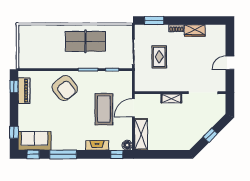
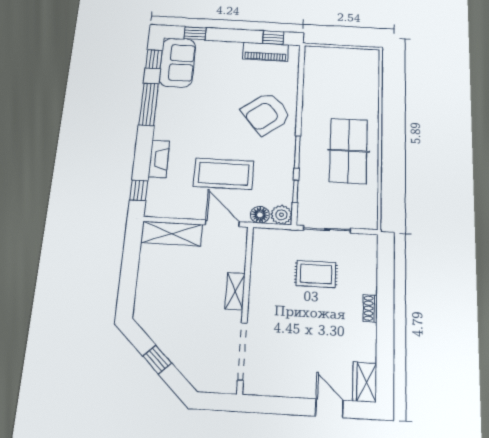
window: (154, 20) -> (386, 269), removed
wardrobe: (195, 31) -> (365, 382), moved
door: (230, 63) -> (329, 408), moved
plant: (126, 77) -> (281, 215), added
floor lamp: (127, 145) -> (260, 215), moved

